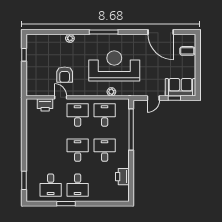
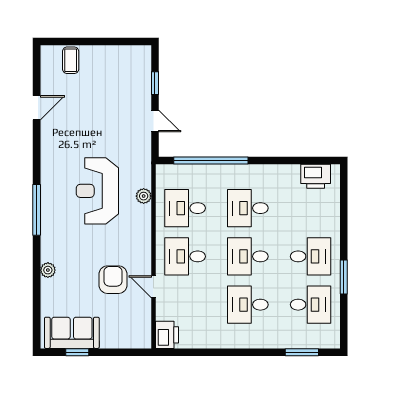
door: (161, 32) -> (37, 108), width x0.53
reception desk: (114, 66) -> (97, 191), width x0.74, depth x0.77
armchair: (65, 75) -> (113, 280), turned -90
sofa: (180, 87) -> (72, 333), moved, turned 90
door: (61, 97) -> (153, 287), hinge flipped
printer: (45, 105) -> (167, 335), moved
desk: (51, 150) -> (248, 305), added
printer: (122, 177) -> (316, 176), moved

